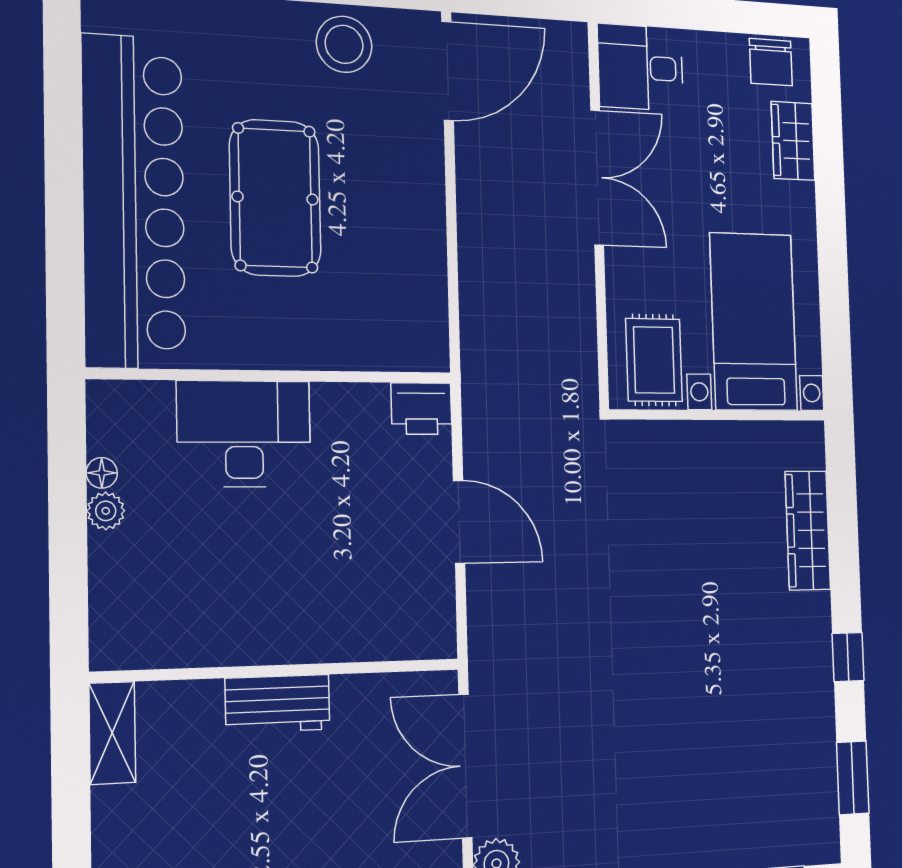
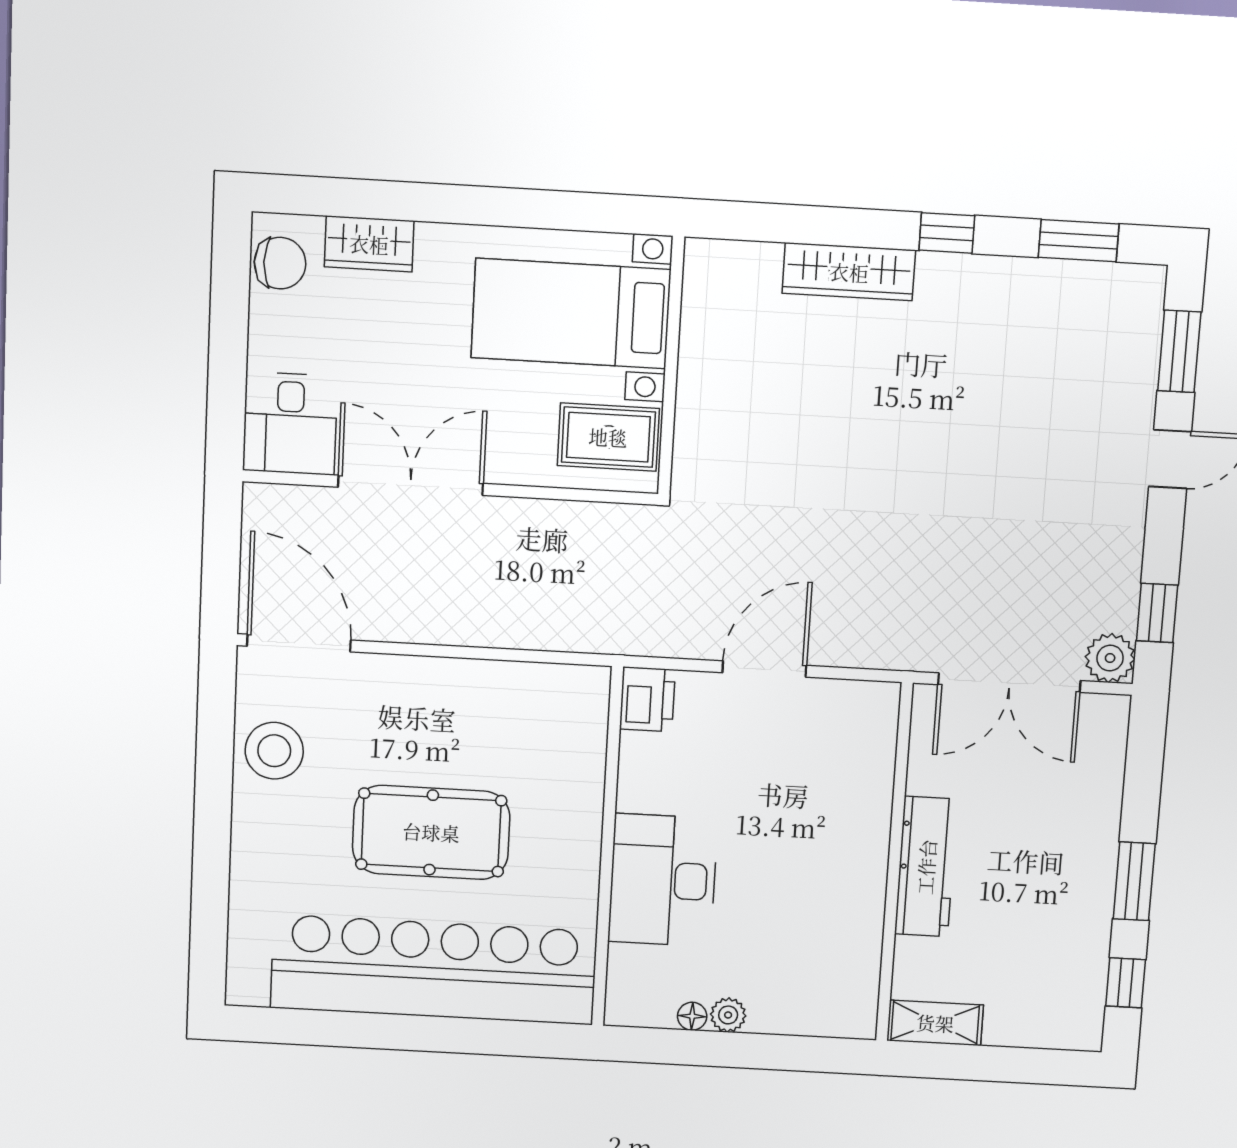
wardrobe: (808, 530) -> (849, 272), moved
workbench: (278, 704) -> (926, 867), width x1.37

